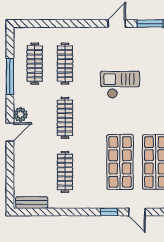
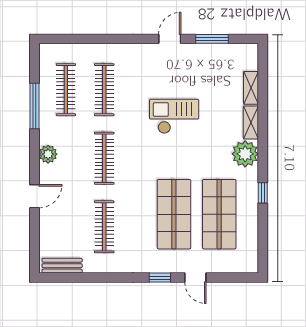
door: (10, 132) -> (35, 196), moved

